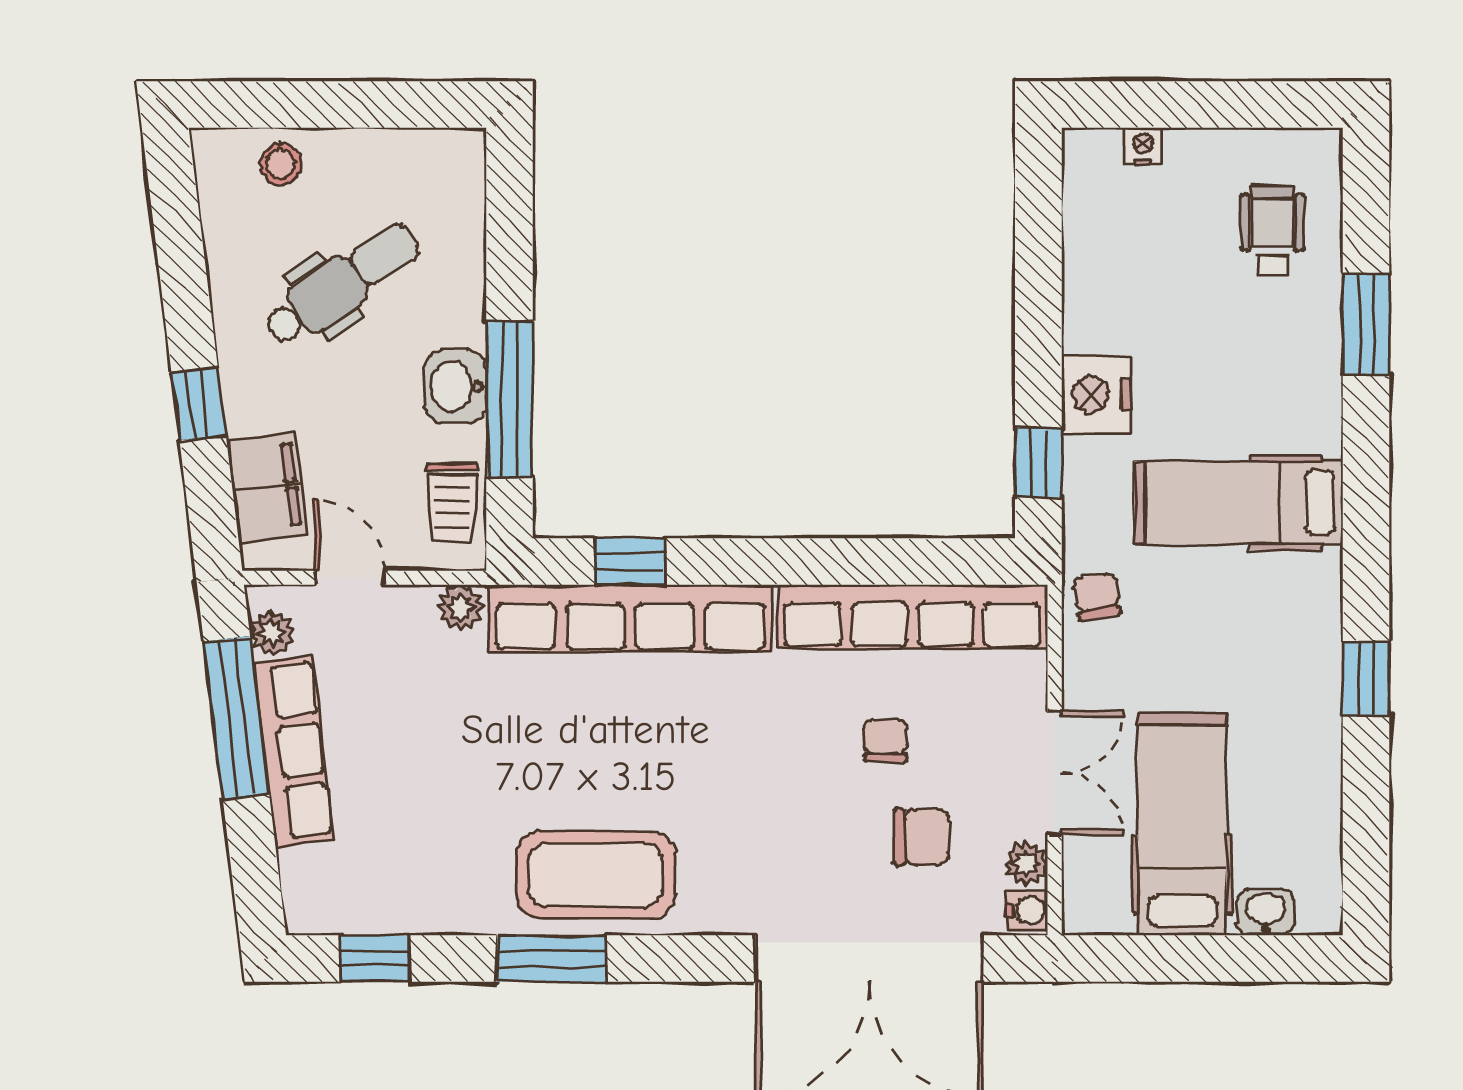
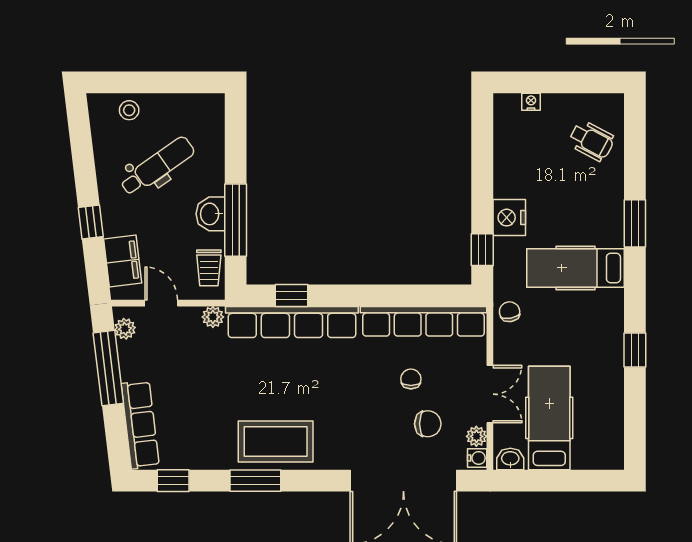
wheelchair: (1273, 230) -> (591, 141), turned 118
window: (1366, 325) -> (635, 223), moved
row of seats: (294, 751) -> (140, 425), moved
washbasin: (1266, 912) -> (510, 459), moved

